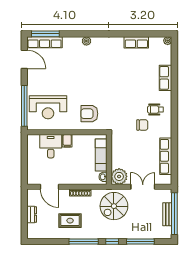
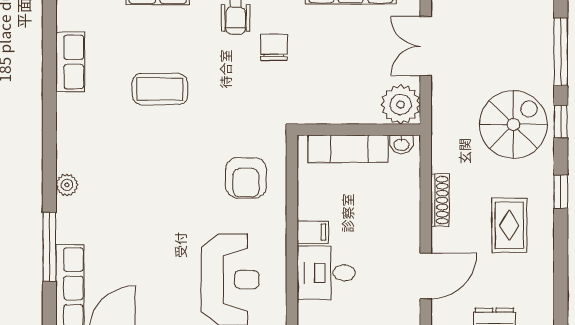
window: (45, 34) -> (49, 247), moved
coffee table: (125, 79) -> (160, 89), added
spiral stairs: (114, 206) -> (513, 125), moved, turned -90
window: (84, 241) -> (561, 192), width x0.46

